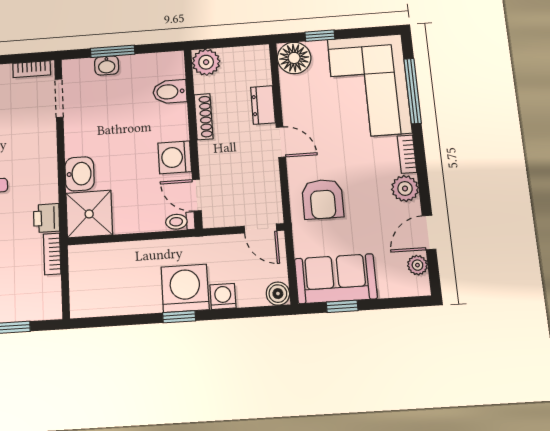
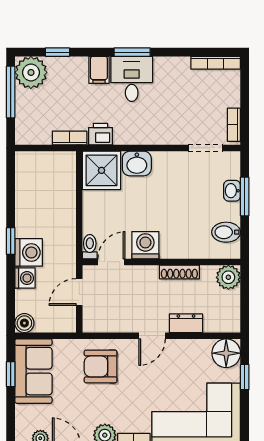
bidet: (170, 92) -> (226, 232), moved, turned -90
door: (260, 229) -> (79, 292), moved
washing machine: (185, 288) -> (29, 252), width x0.73, depth x0.73

